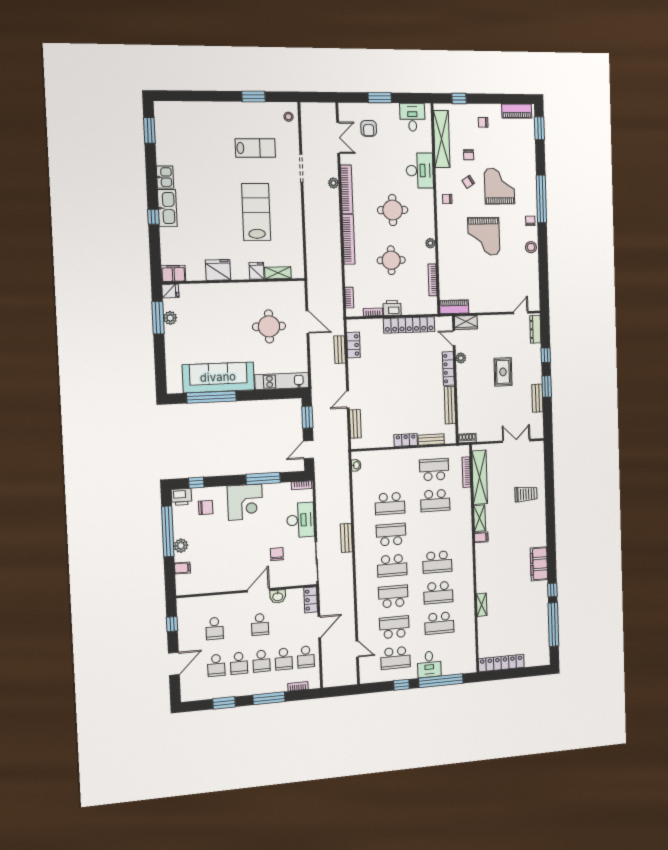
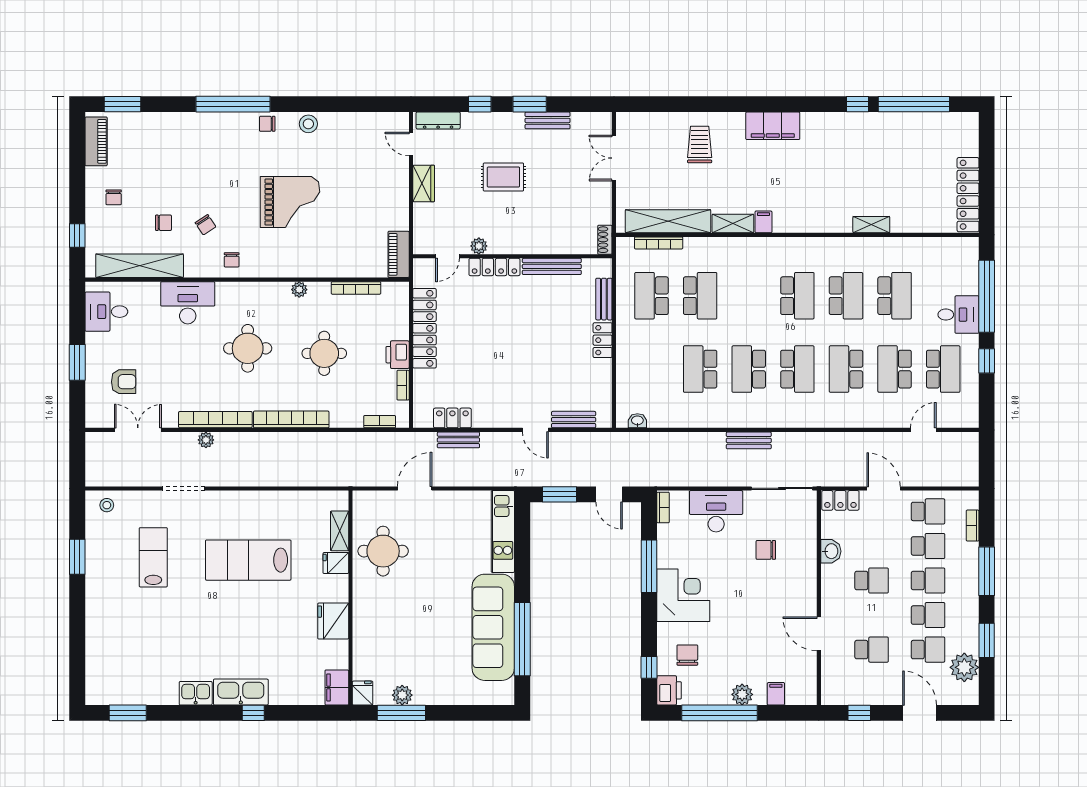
grand piano: (500, 186) -> (212, 173), removed
wardrobe: (466, 322) -> (424, 183), moved
round table: (269, 326) -> (383, 551), moved
school desk: (390, 504) -> (700, 369), turned 180
filing cabinet: (539, 564) -> (773, 126), moved
door: (258, 590) -> (819, 634), moved
plant: (206, 690) -> (964, 667), added

